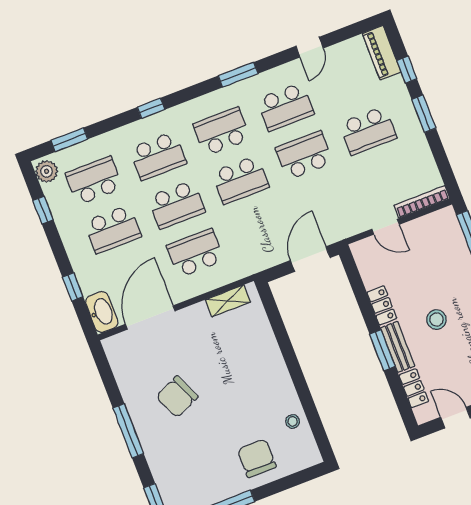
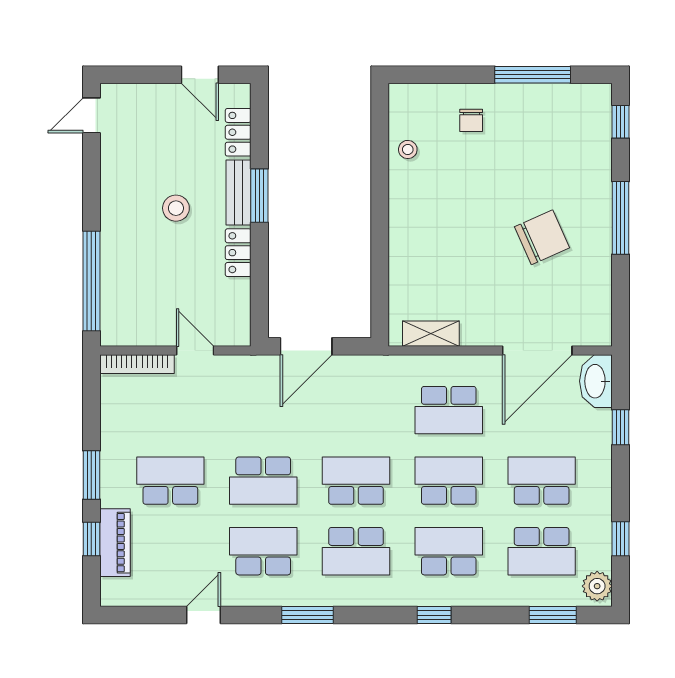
piano: (382, 53) -> (115, 543), moved
chair: (257, 458) -> (471, 120), width x0.54, depth x0.54

